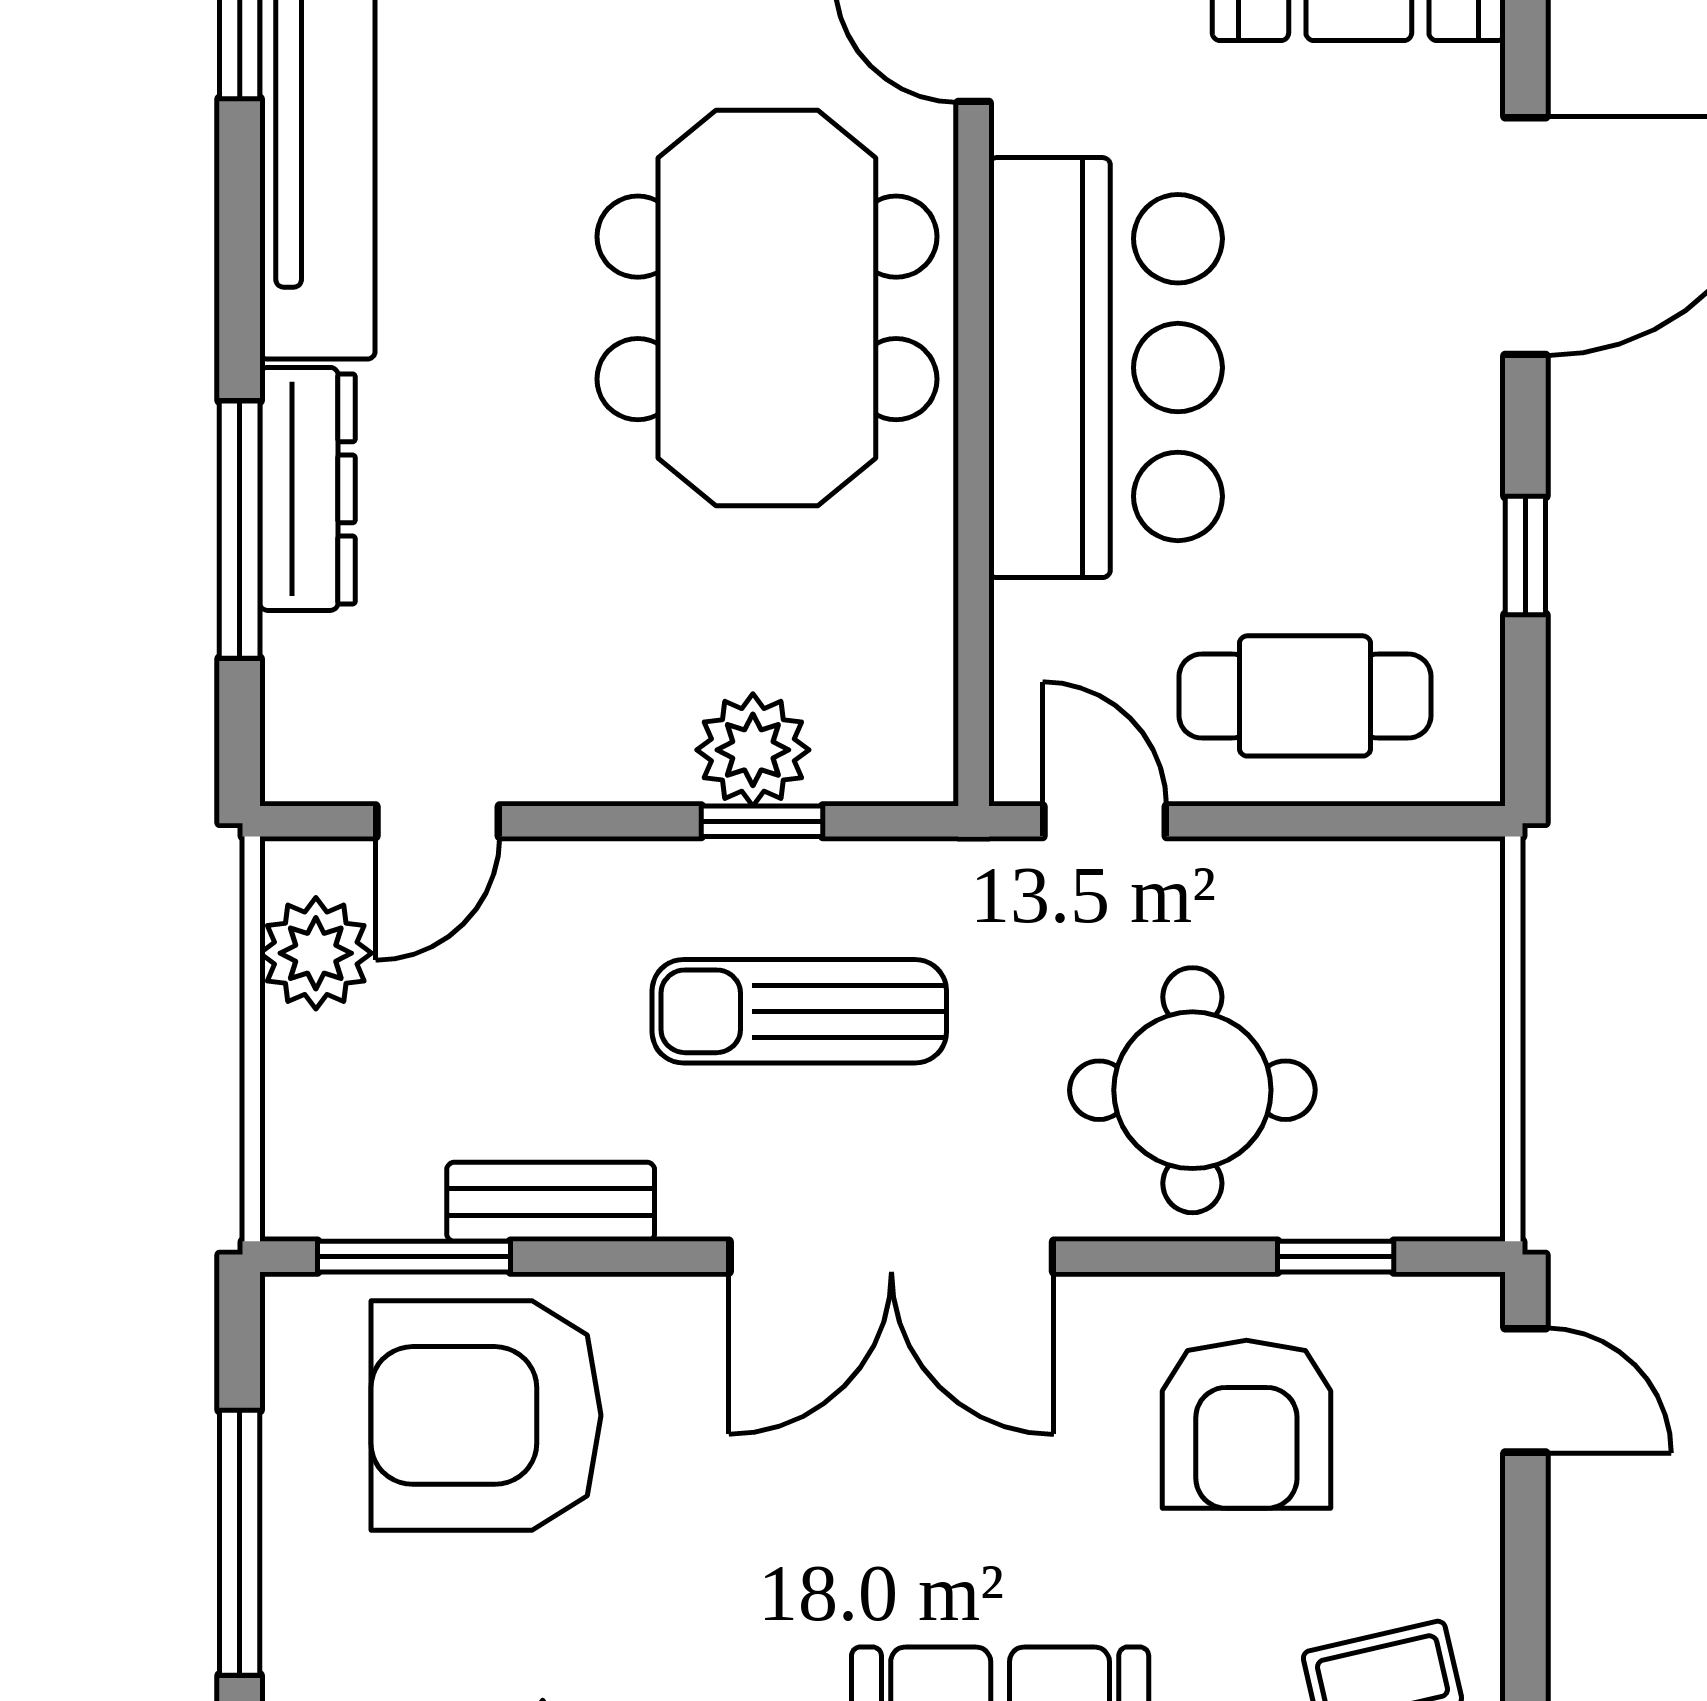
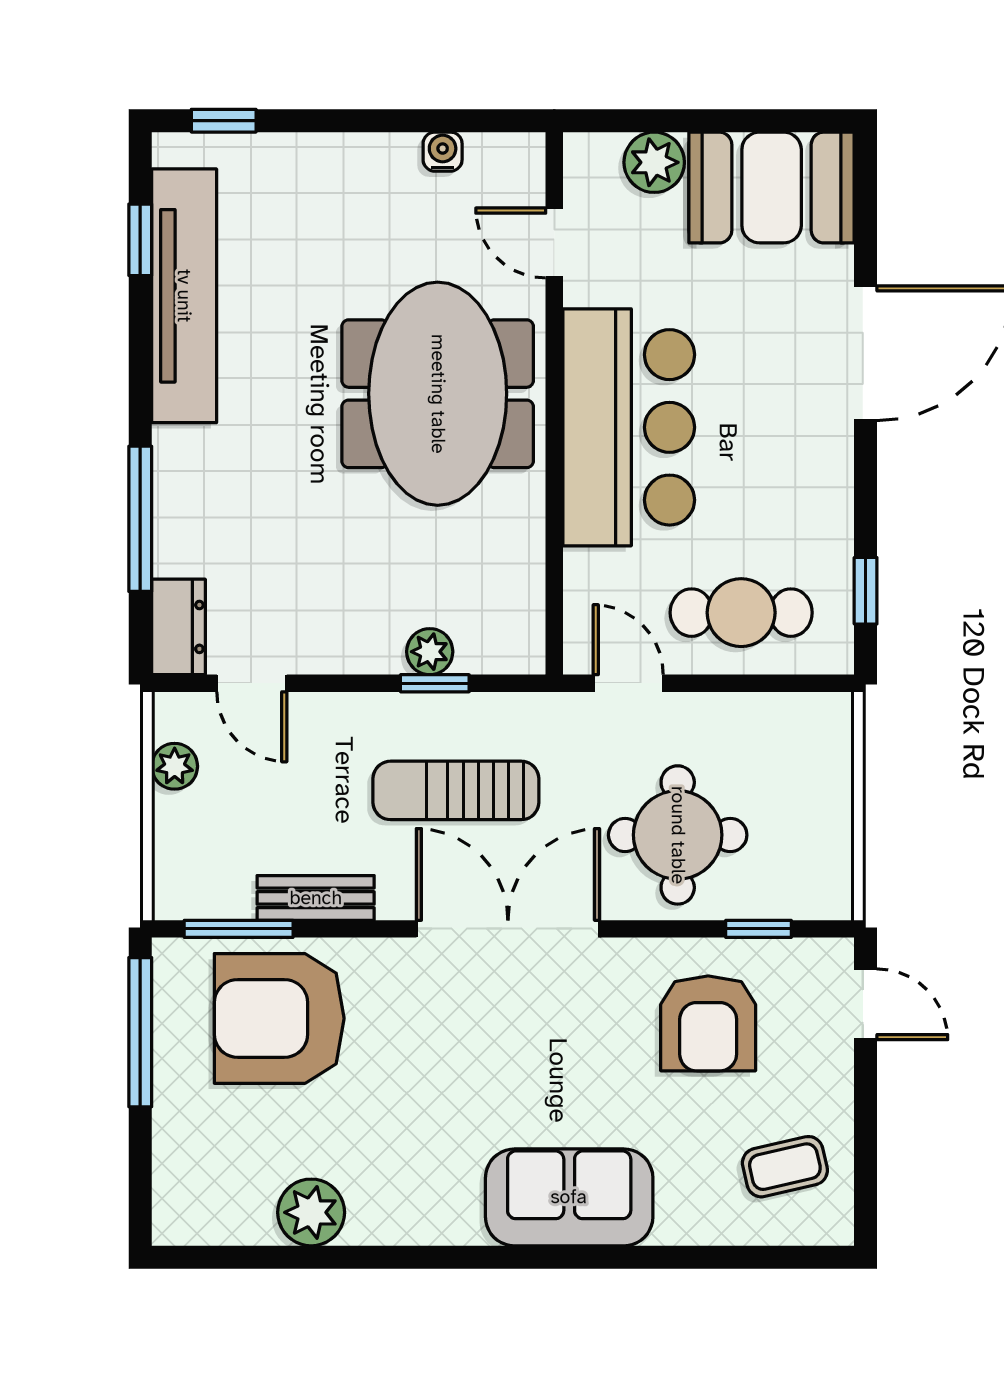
dresser: (307, 489) -> (178, 627), moved, width x0.70
window: (1525, 555) -> (866, 591), moved
plant: (753, 750) -> (430, 652), width x0.73, depth x0.73
door: (438, 821) -> (252, 683), hinge flipped
plant: (316, 953) -> (175, 766), width x0.73, depth x0.73
double door: (891, 1257) -> (508, 929), swing flipped
window: (240, 1543) -> (140, 1032), moved

